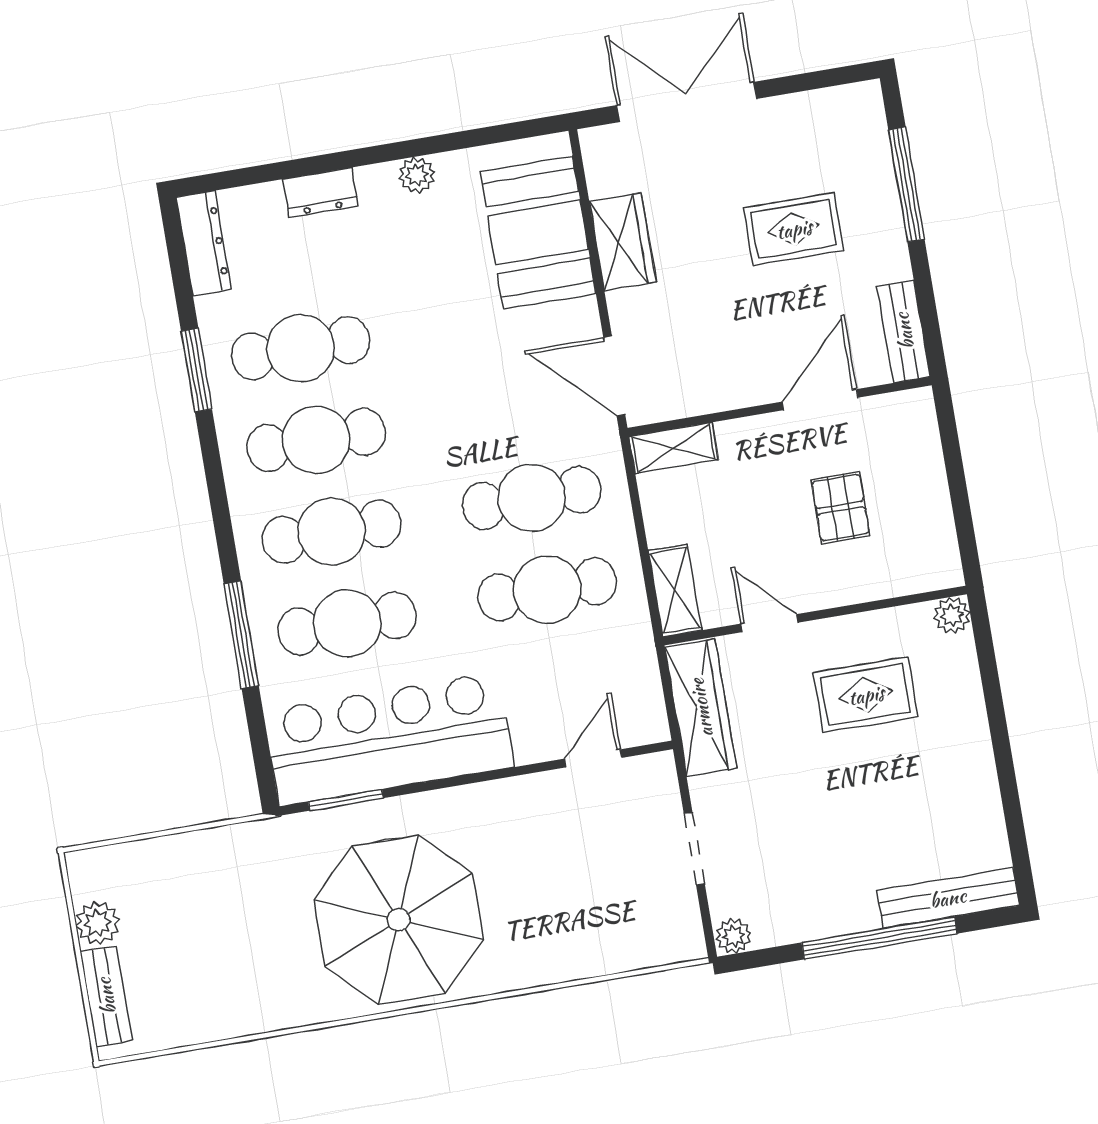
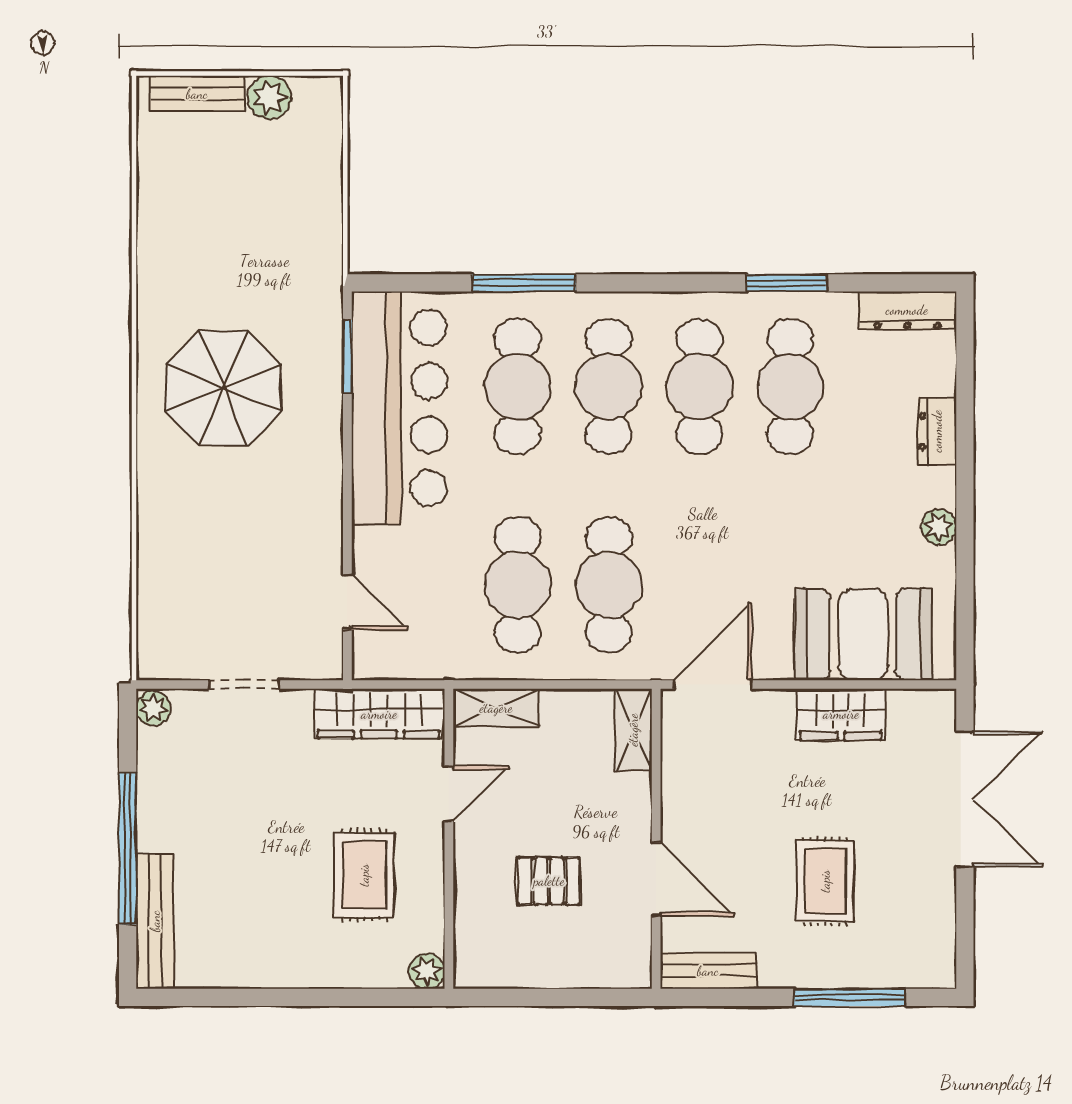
parasol: (399, 920) -> (224, 388), width x0.73, depth x0.73

